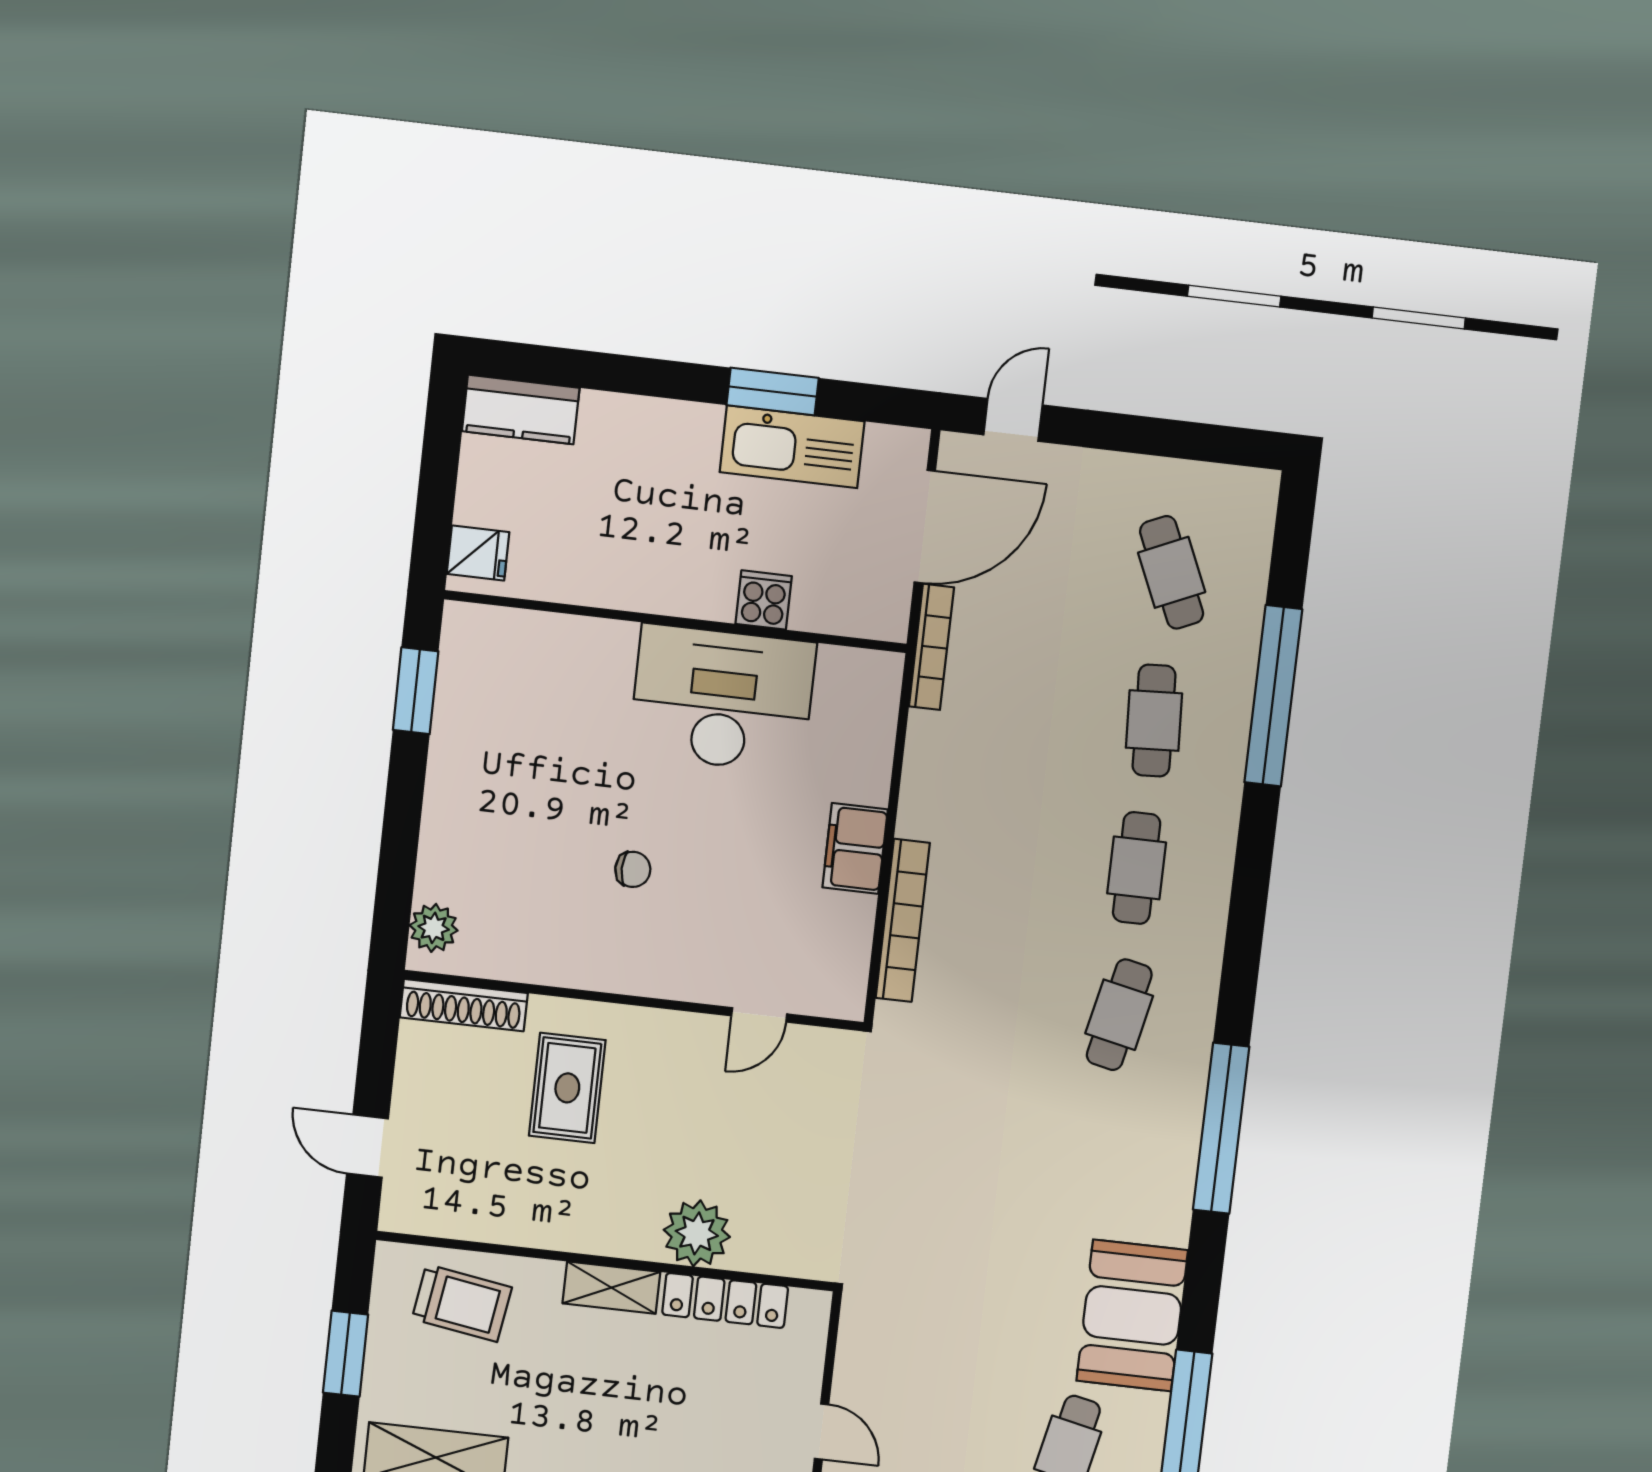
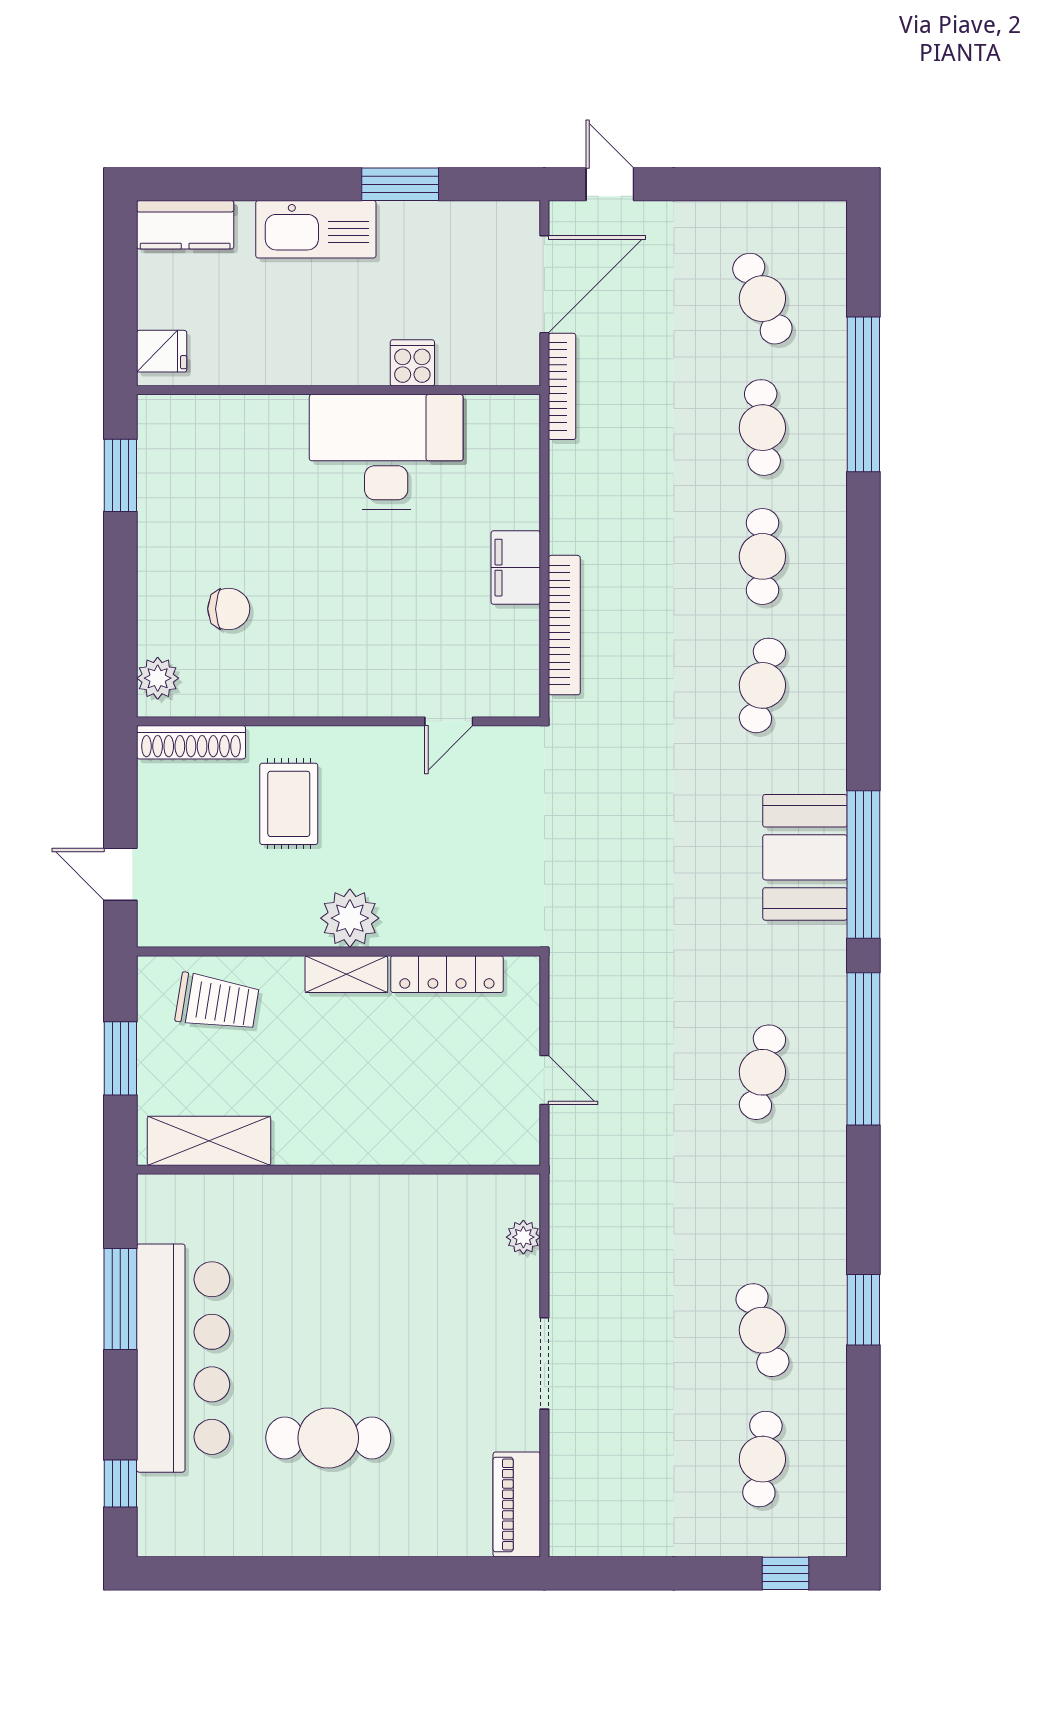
door: (1013, 420) -> (610, 184), hinge flipped
kitchen sink: (792, 447) -> (316, 229), moved
chair: (633, 869) -> (229, 609), moved, width x1.37, depth x1.37
window: (1221, 1128) -> (863, 865), moved
plant: (697, 1233) -> (350, 918), moved
booth: (1132, 1315) -> (805, 857), moved

